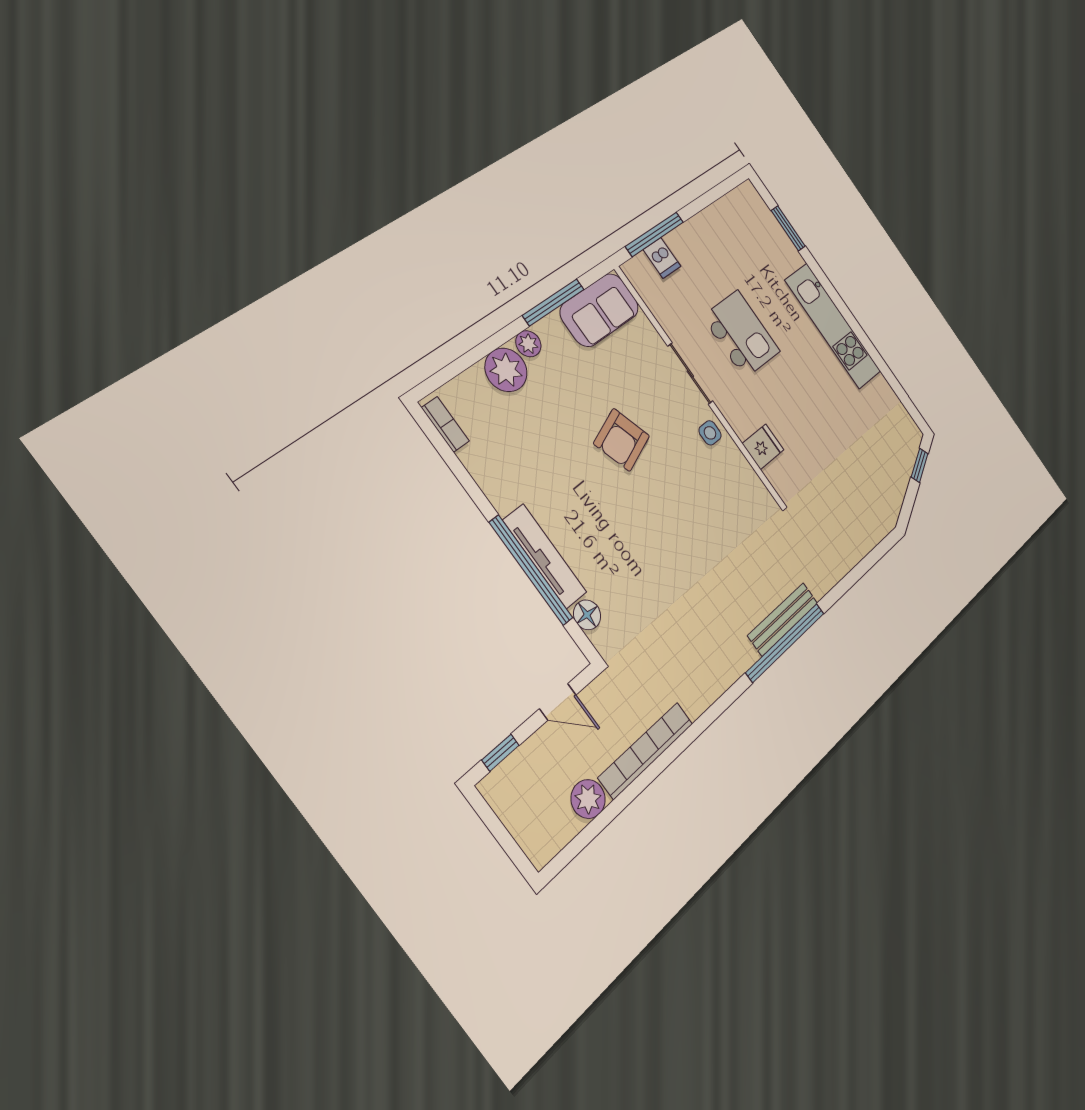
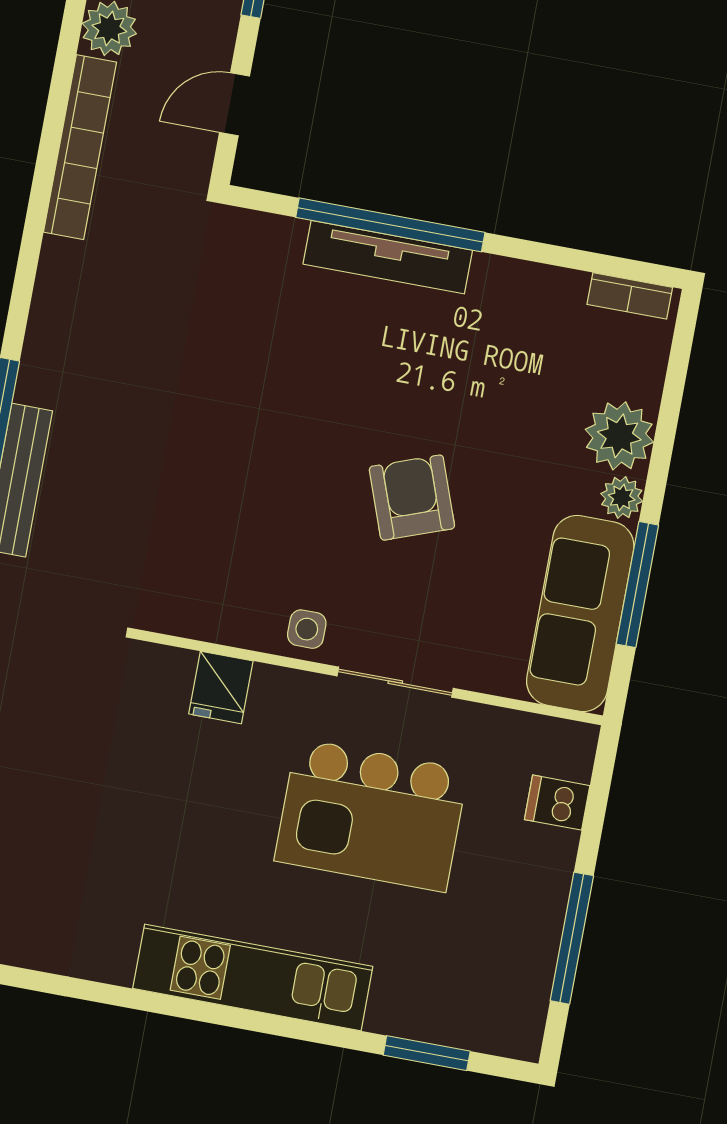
window: (655, 234) -> (572, 938), moved
sofa: (600, 310) -> (580, 613), width x1.36
kitchen island: (741, 334) -> (371, 815), width x1.37, depth x1.28
floor lamp: (587, 615) -> (281, 238), removed

